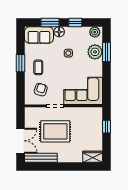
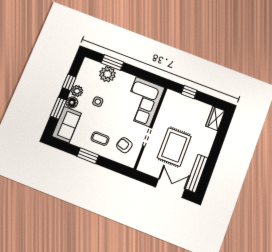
plant: (95, 32) -> (77, 91), moved

